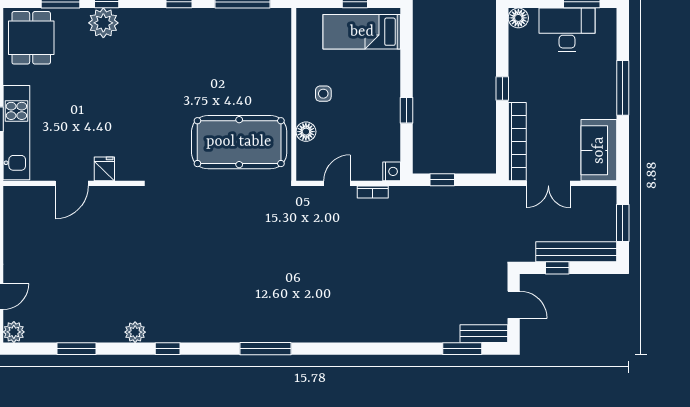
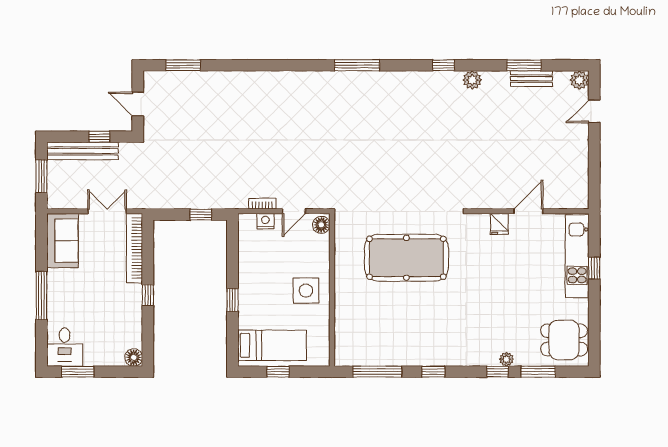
plant: (103, 23) -> (506, 359), width x0.53, depth x0.53
desk: (567, 30) -> (65, 347), moved, width x0.73
dining table: (31, 38) -> (564, 340), turned 90
side table: (323, 94) -> (306, 291), width x1.87, depth x1.87
window: (406, 110) -> (232, 300), moved
floor lamp: (306, 132) -> (321, 225), moved
pool table: (239, 142) -> (406, 258), moved
nightstand: (392, 171) -> (265, 221), moved, turned 90
bench: (484, 334) -> (531, 79), moved

